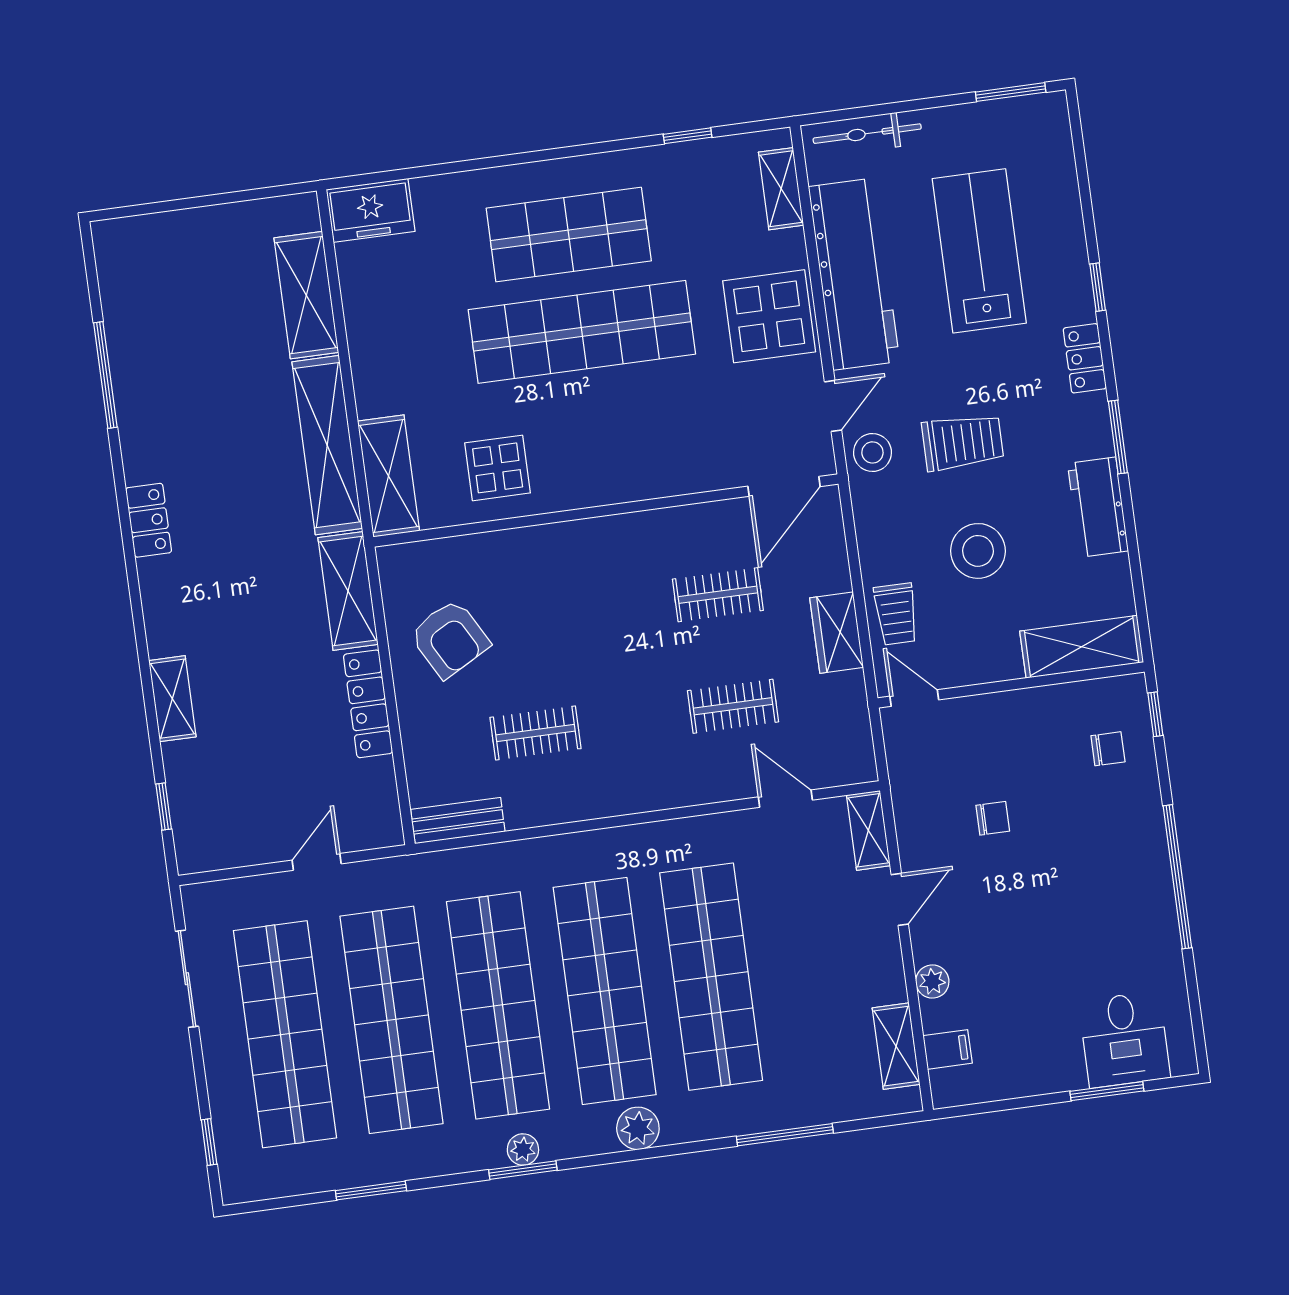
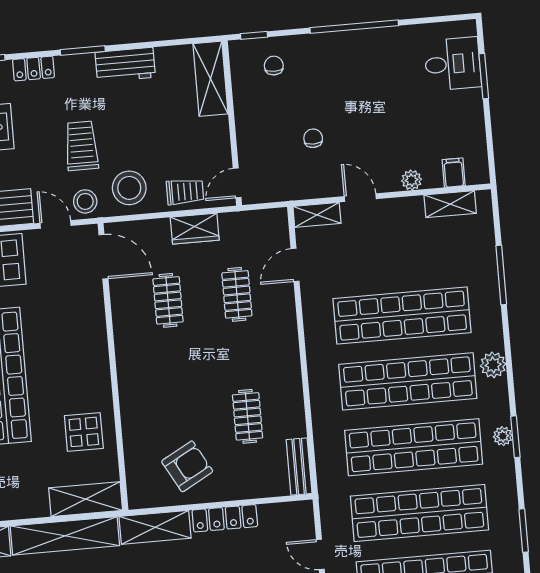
stool: (978, 551) -> (129, 188), moved

